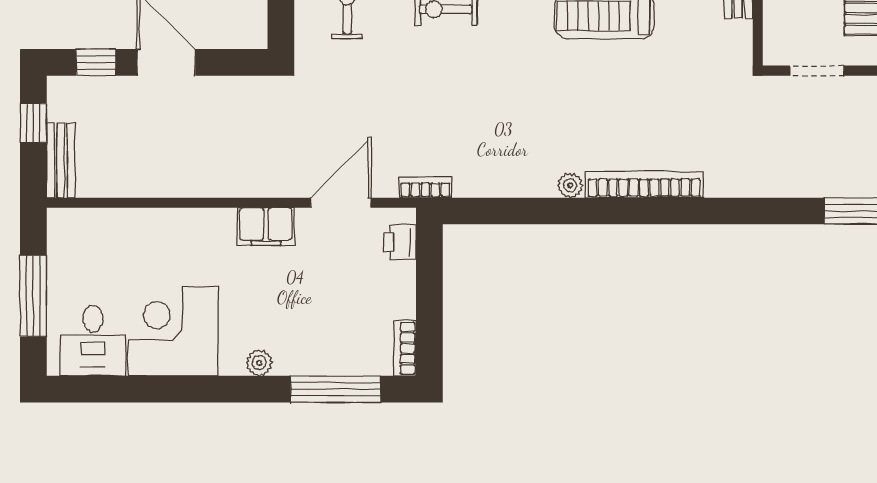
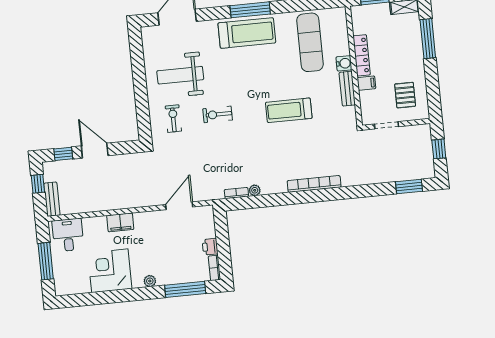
plant: (570, 185) -> (255, 190), moved
bookcase: (425, 187) -> (236, 193), moved
filing cabinet: (266, 227) -> (120, 222), moved
printer: (400, 242) -> (210, 247), moved
desk: (93, 341) -> (68, 235), moved, turned 180

